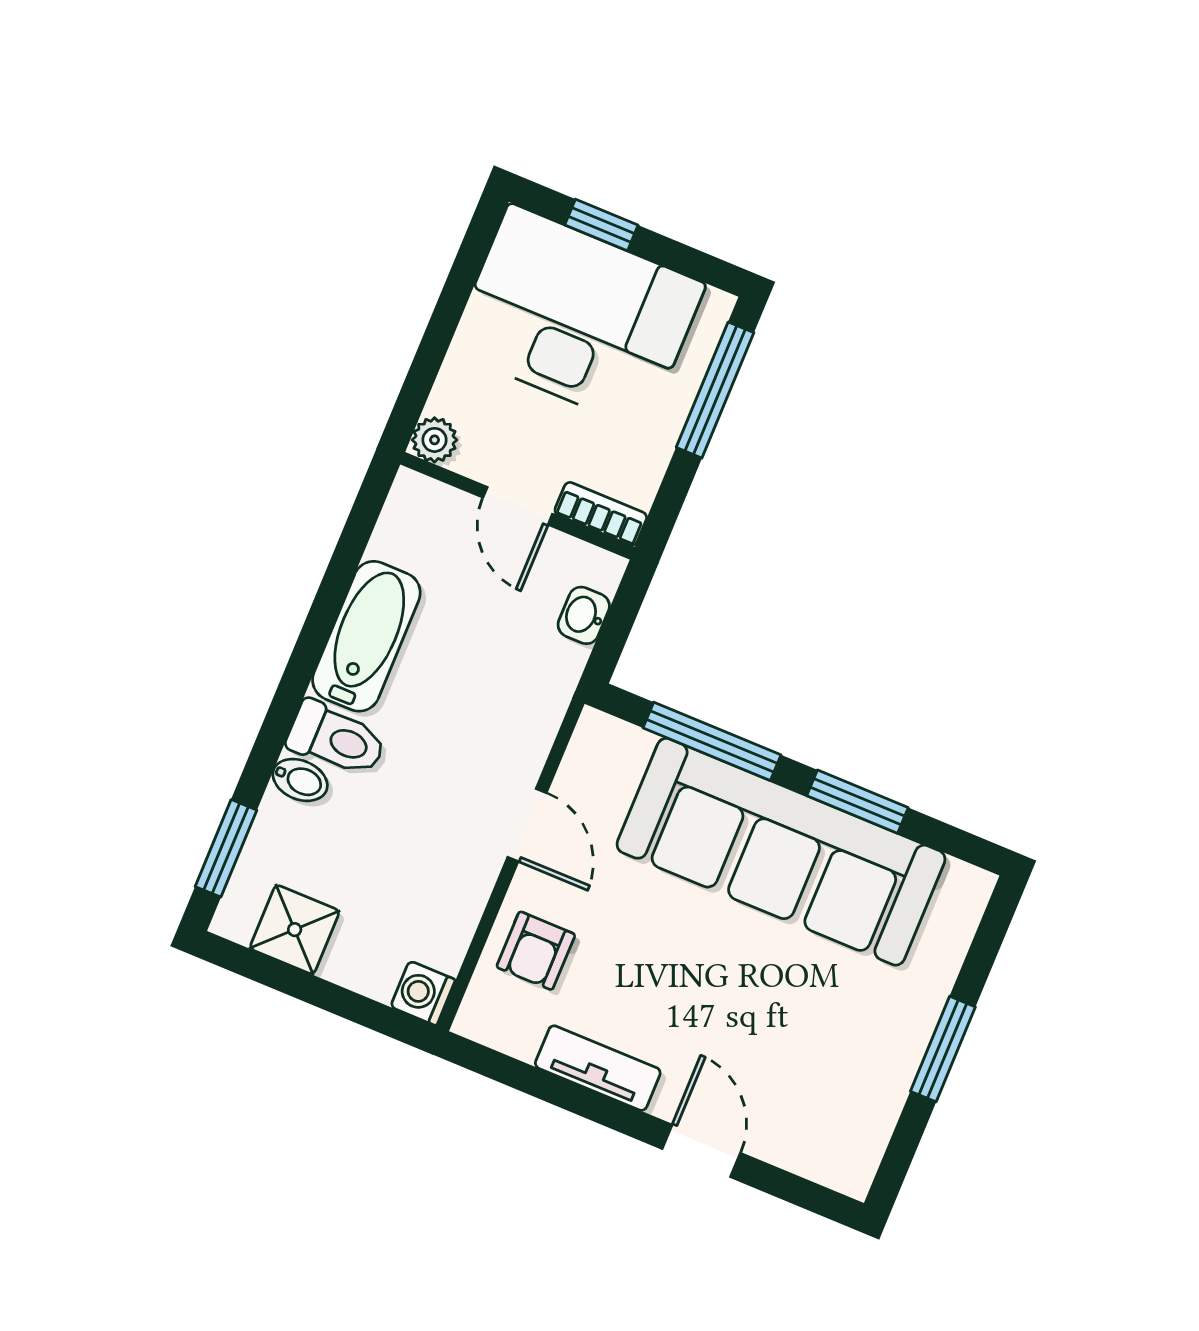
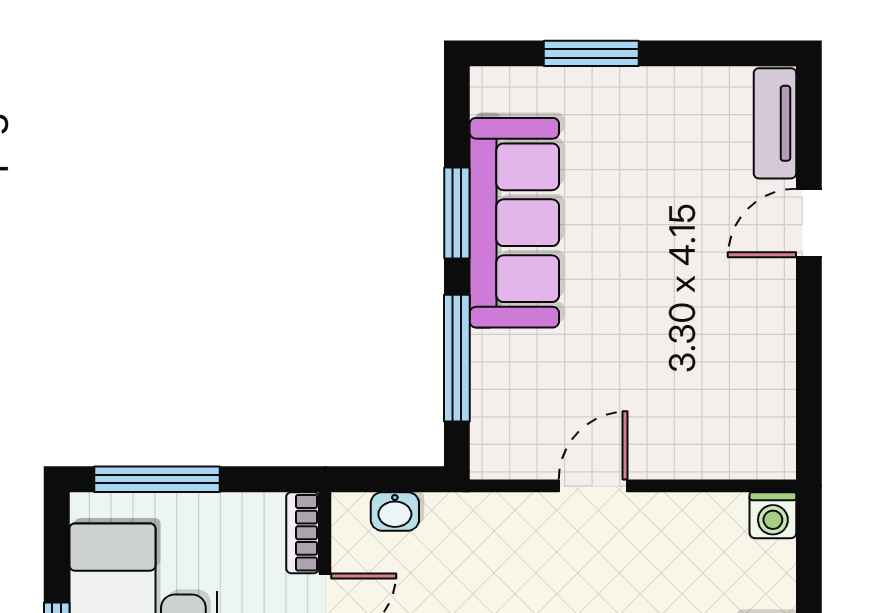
sofa: (781, 852) -> (514, 223), width x0.74, depth x0.79
armchair: (536, 951) -> (697, 434), removed
window: (943, 1049) -> (591, 53), moved
tv unit: (598, 1068) -> (775, 123), moved

